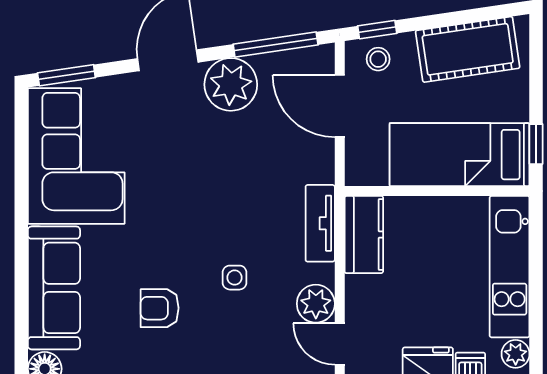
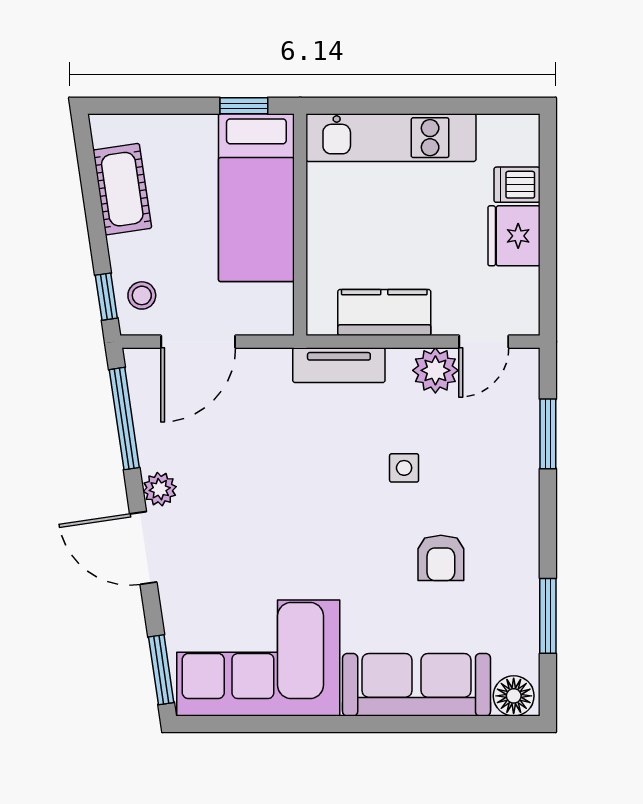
cot: (468, 49) -> (122, 189), width x0.73, depth x0.75
plant: (231, 84) -> (160, 489), width x0.53, depth x0.53
kitchen counter: (364, 235) -> (384, 313), moved
plant: (516, 354) -> (496, 131), removed

